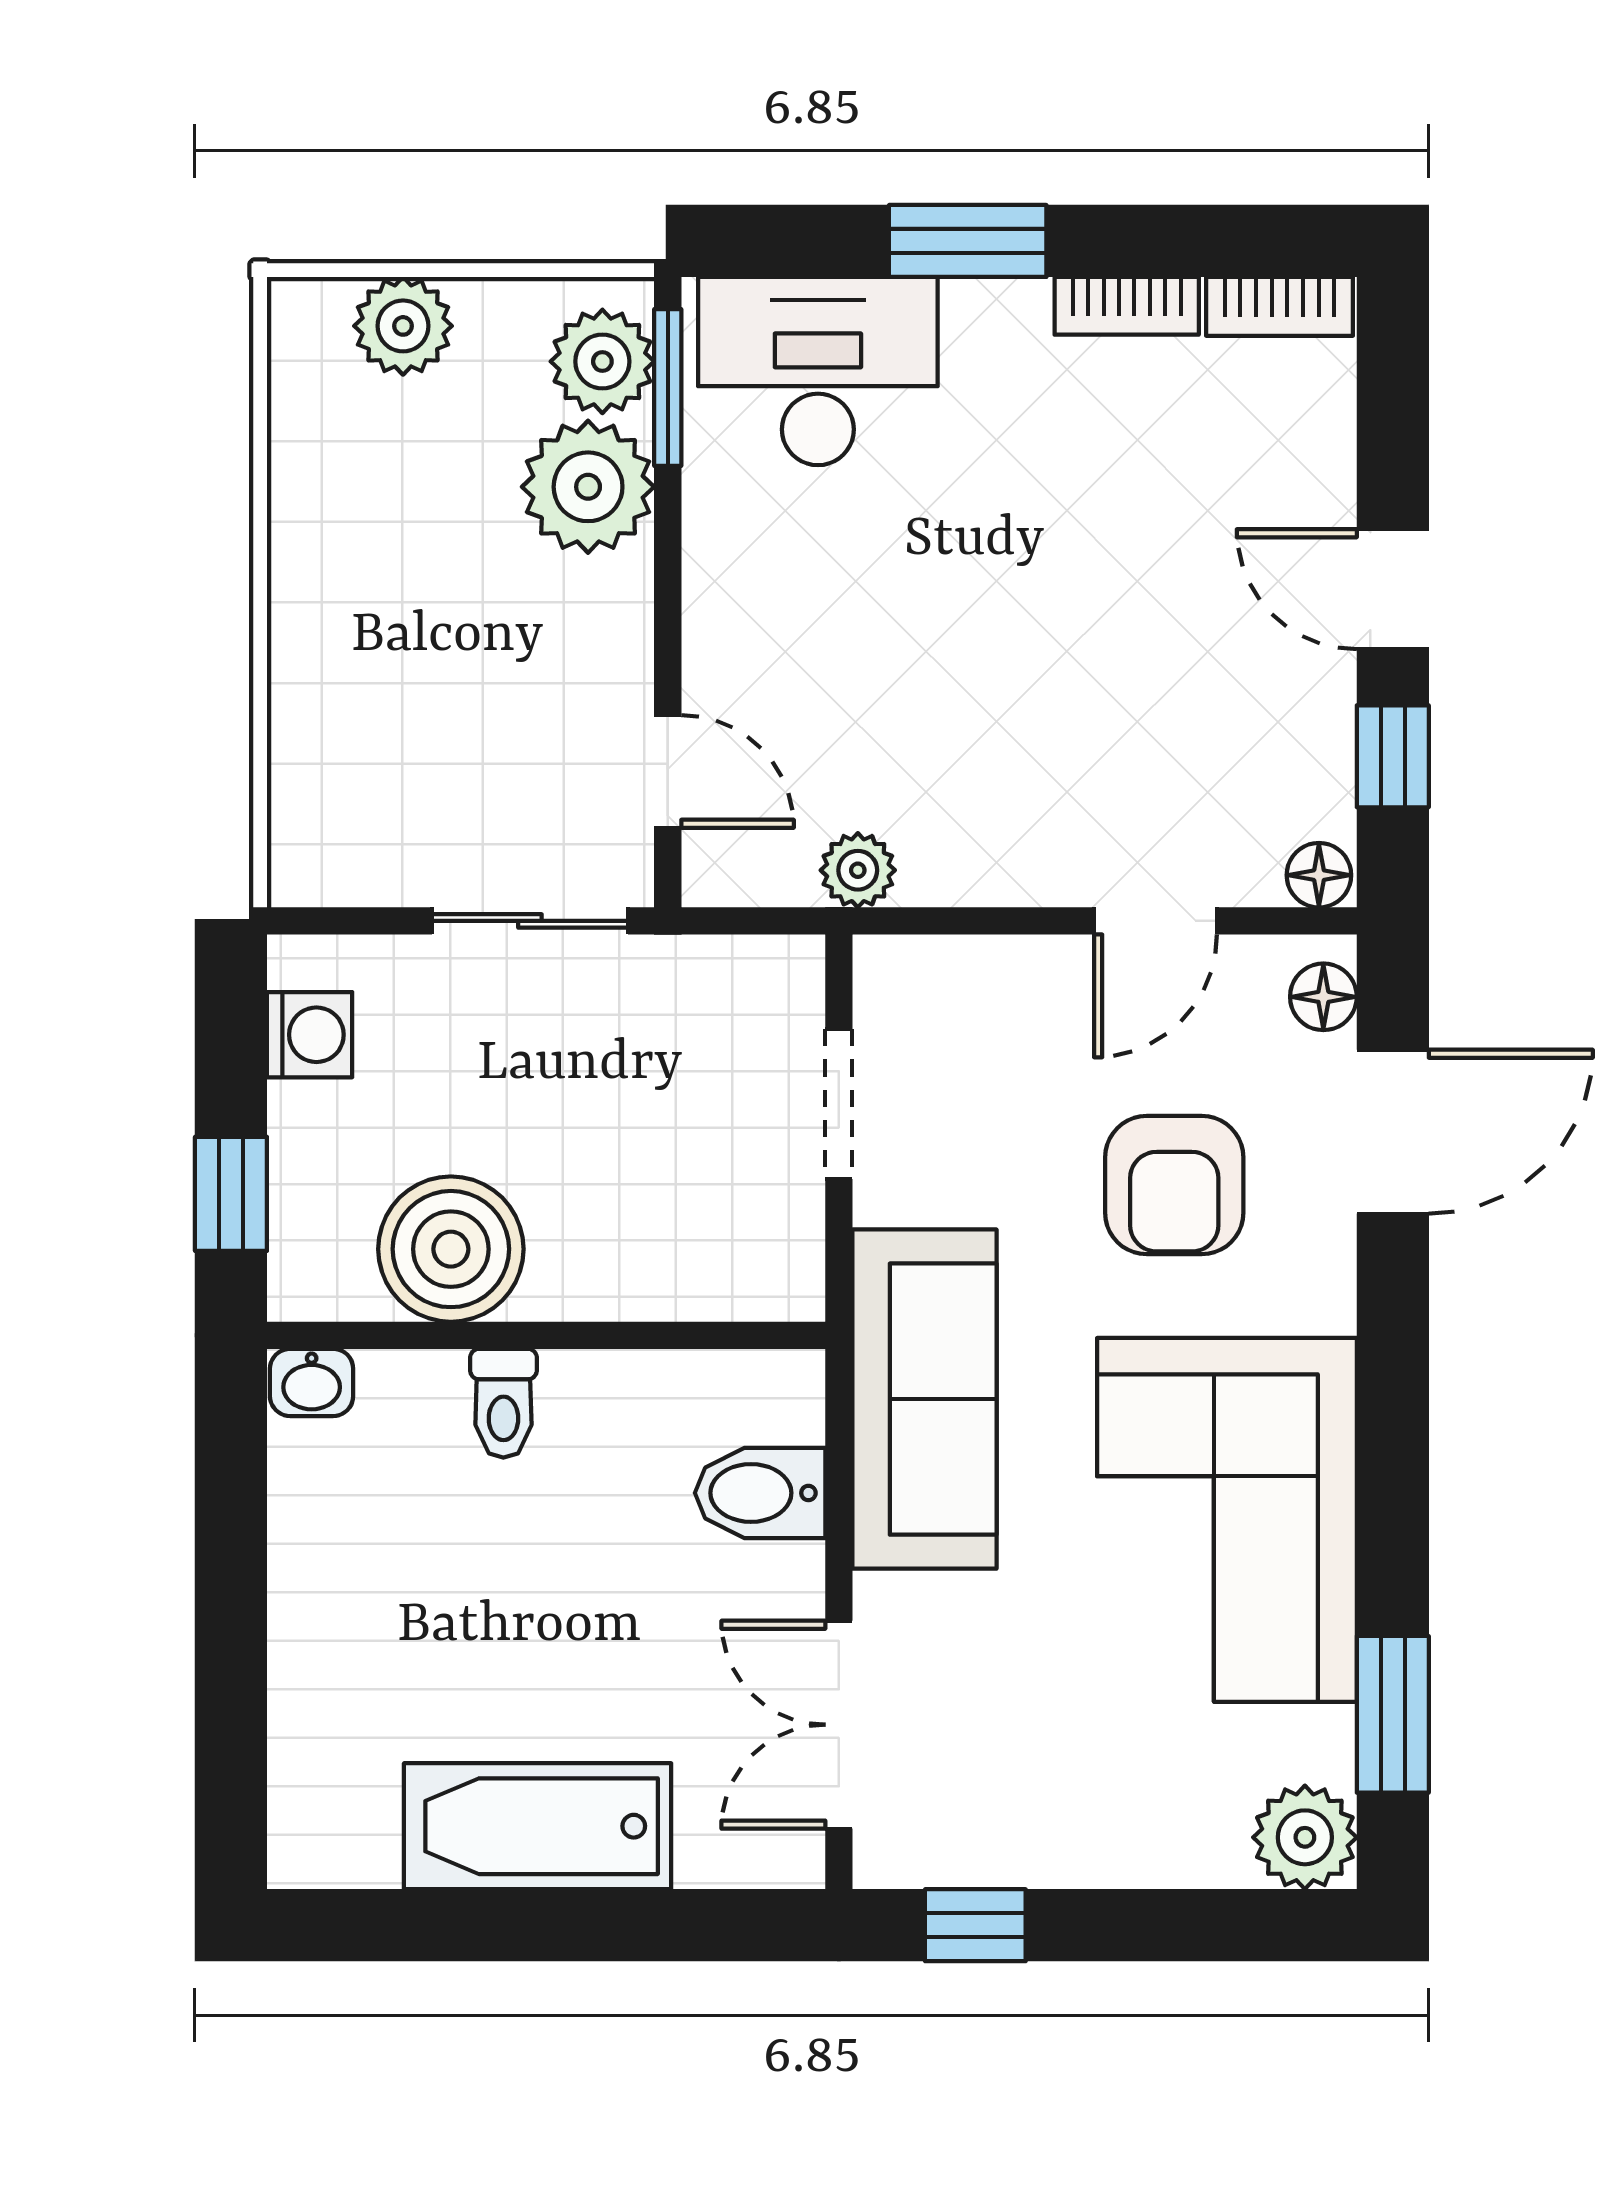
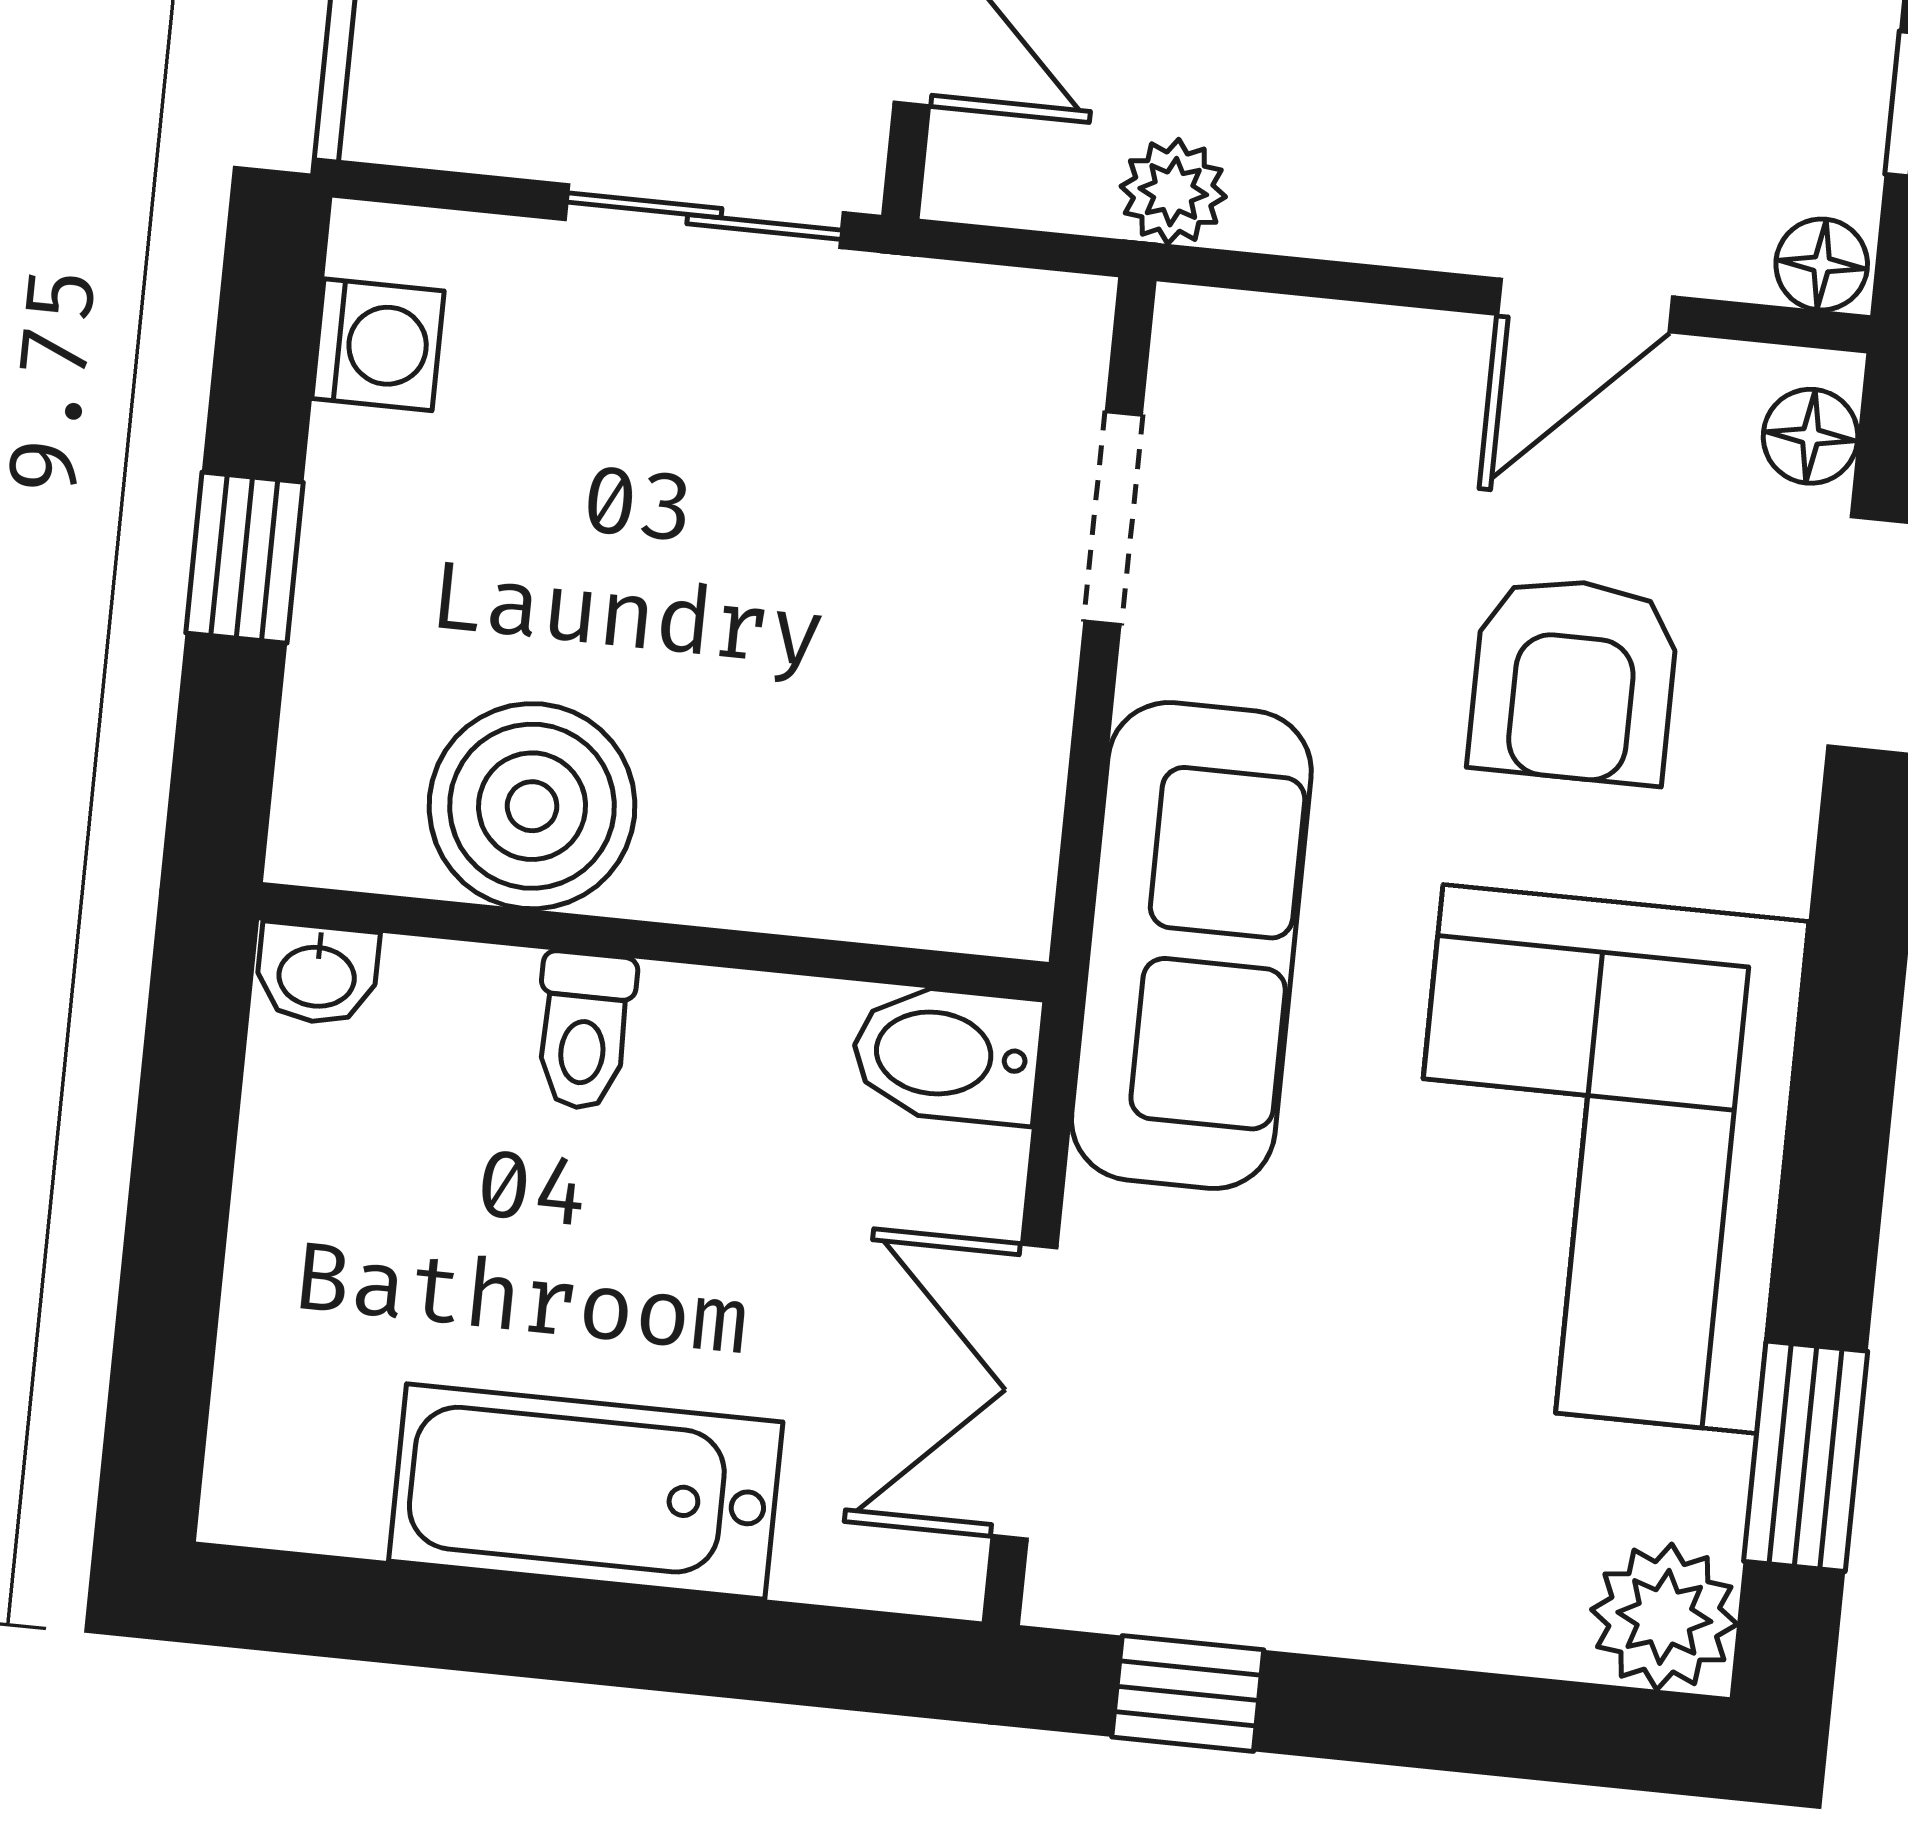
boiler: (451, 1249) -> (532, 806), moved
wall: (546, 1335) -> (654, 941), moved
washbasin: (312, 1382) -> (317, 974), moved
toilet: (503, 1403) -> (584, 1031), moved

